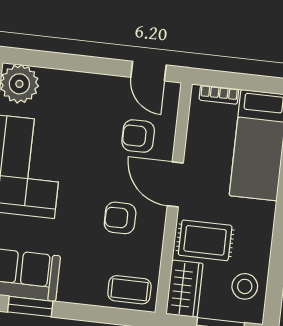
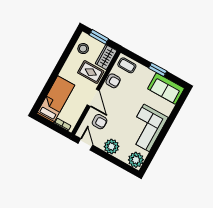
plant: (87, 91) -> (111, 146), added
armchair: (120, 218) -> (113, 81), moved
window: (30, 307) -> (158, 70), moved

